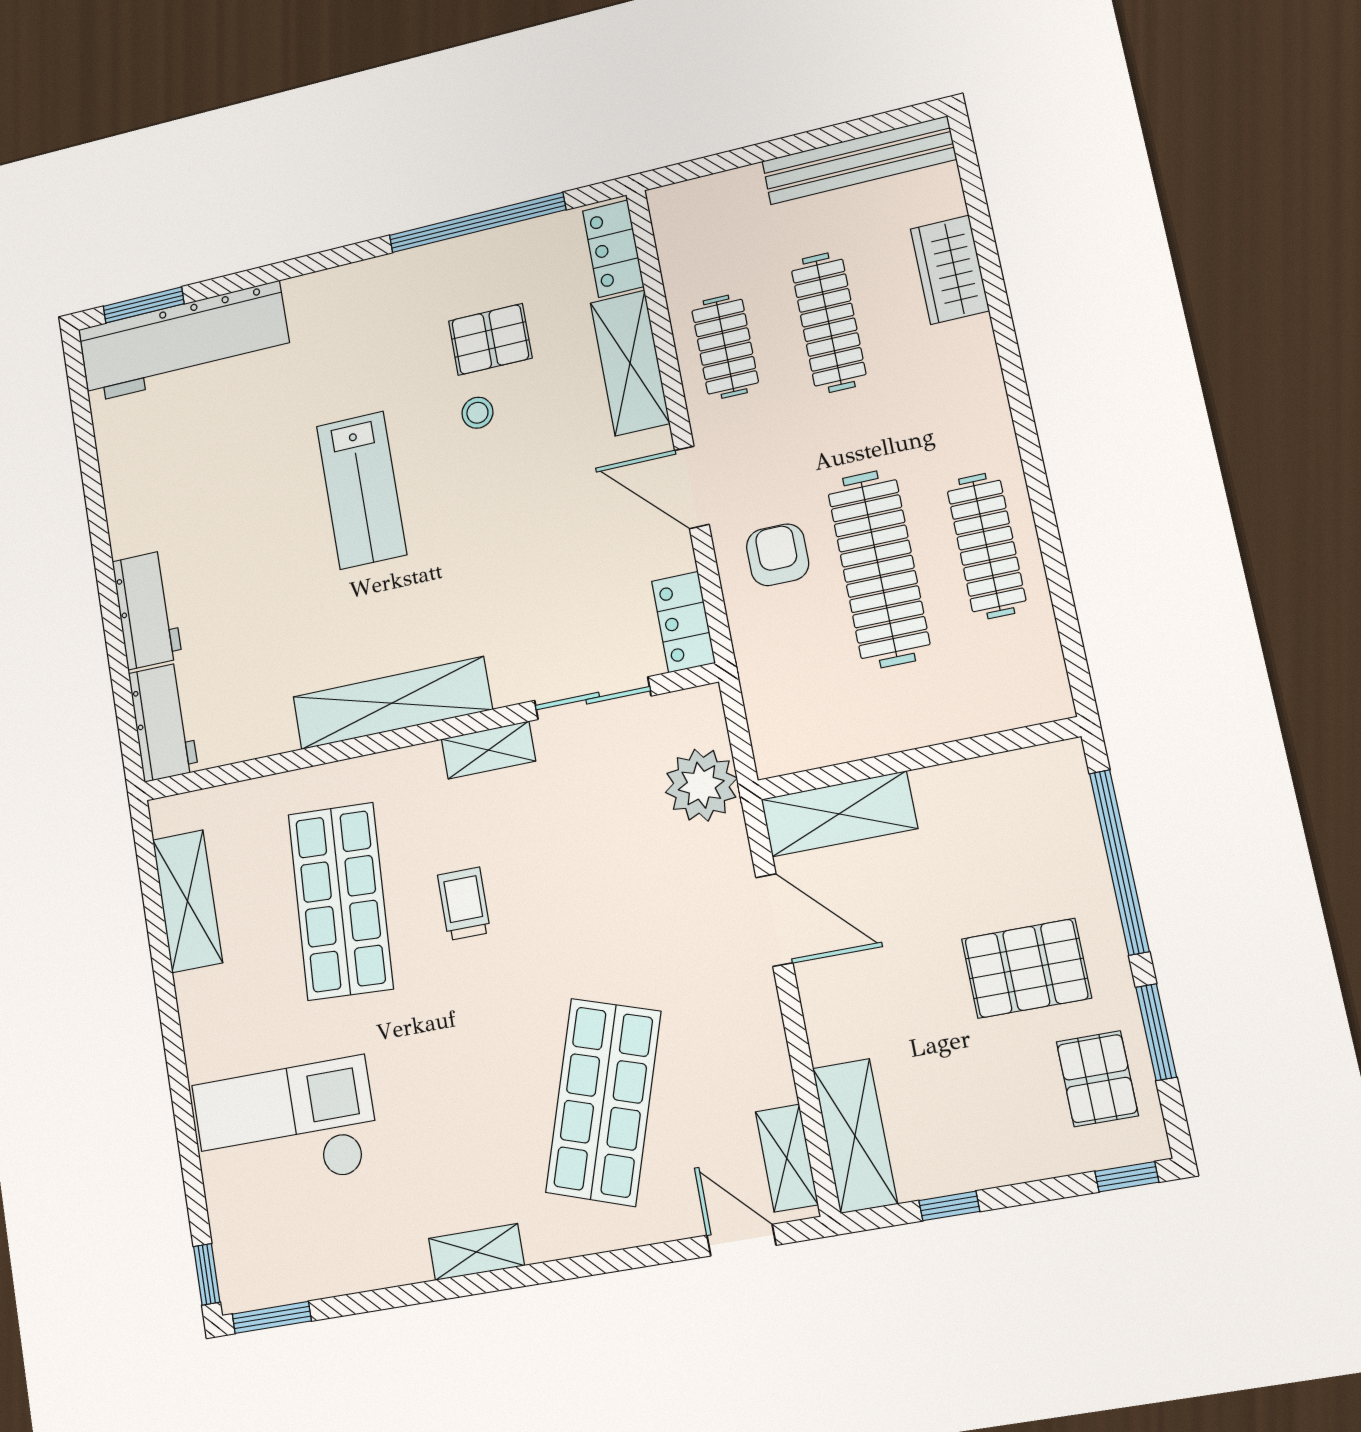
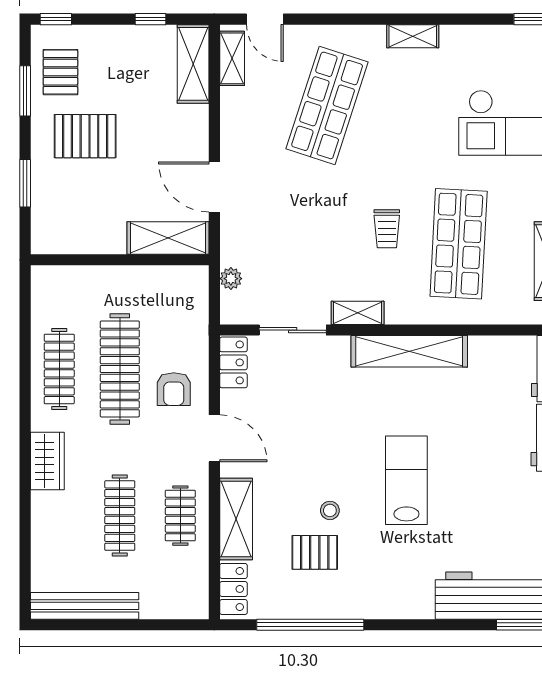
wardrobe: (950, 270) -> (47, 461), moved
plant: (701, 785) -> (231, 279), width x0.53, depth x0.53
window: (1119, 862) -> (25, 183), width x0.47

